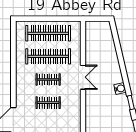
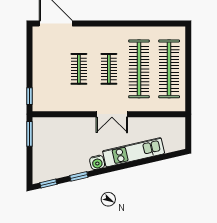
kitchen unit: (112, 61) -> (134, 152), added

